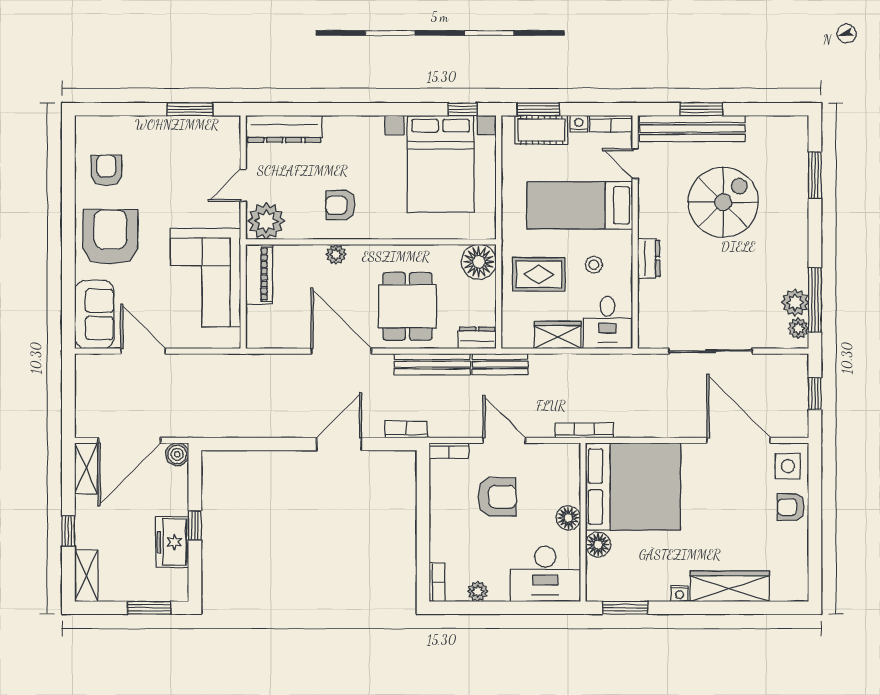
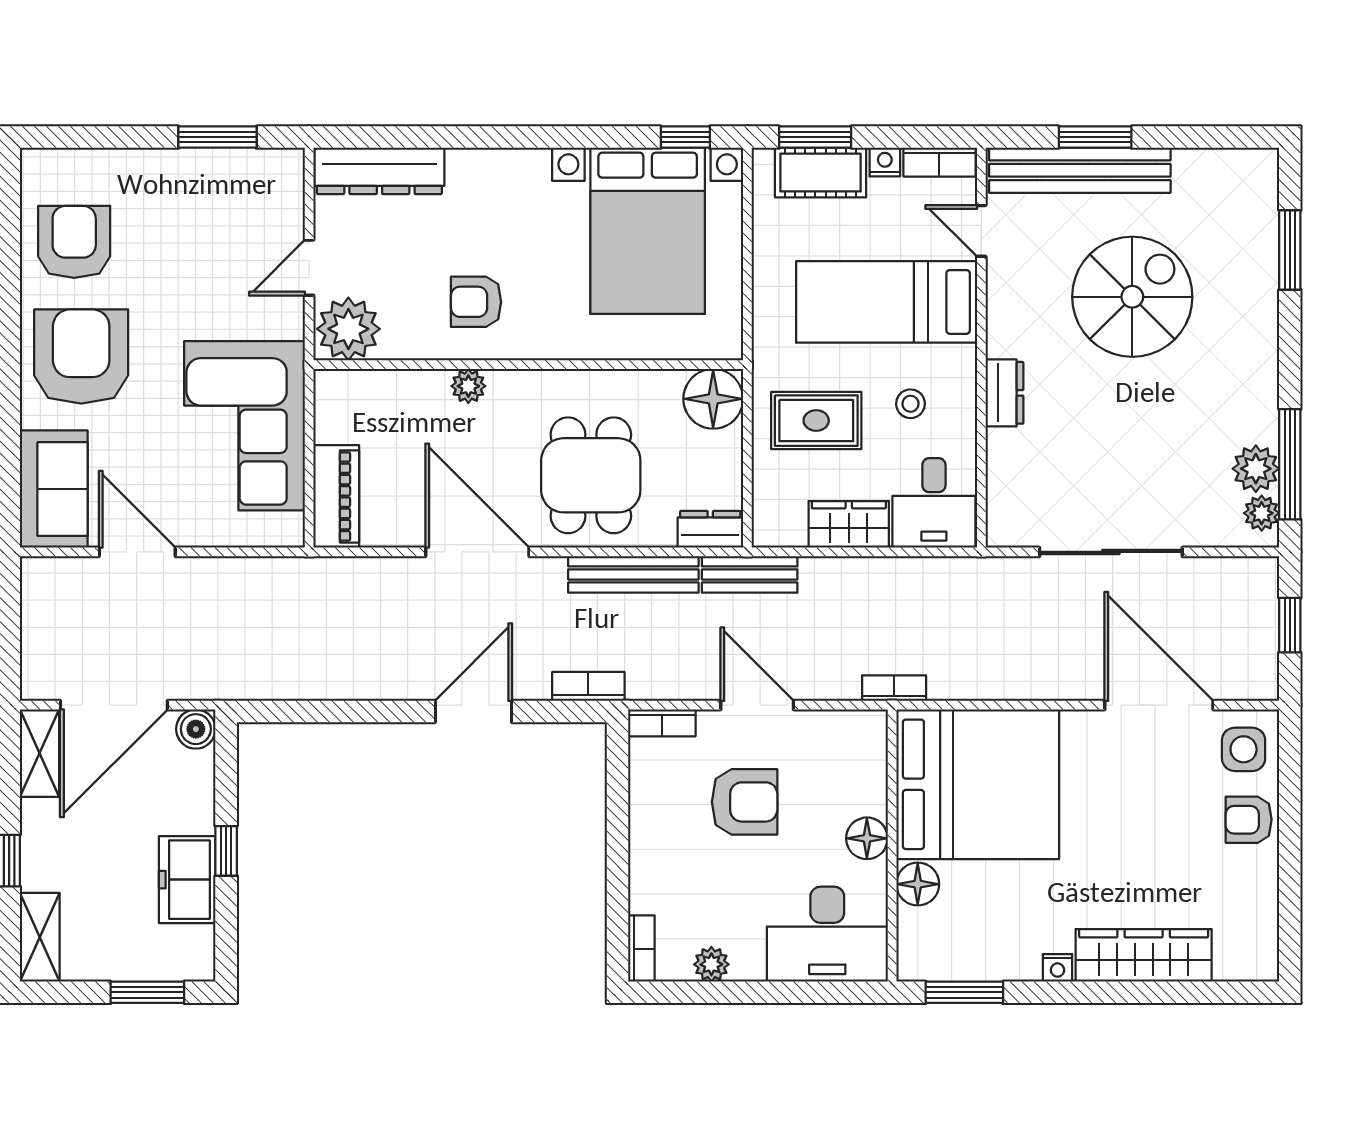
armchair: (106, 170) -> (74, 242), width x1.38, depth x1.38
piano: (259, 274) -> (336, 496), moved
bookcase: (584, 430) -> (894, 688), width x0.64

